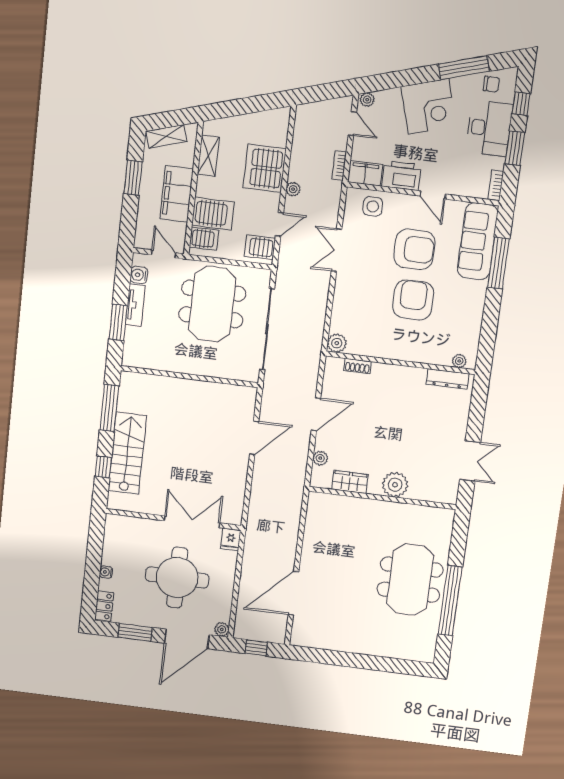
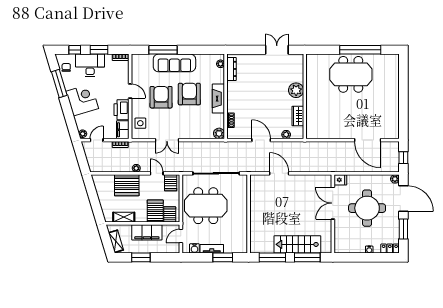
door: (433, 195) -> (130, 91), hinge flipped
sofa: (478, 241) -> (174, 63), moved
armchair: (413, 300) -> (189, 94), turned 90
fireplace: (398, 350) -> (218, 99), added
window: (103, 467) -> (307, 257), width x2.17

